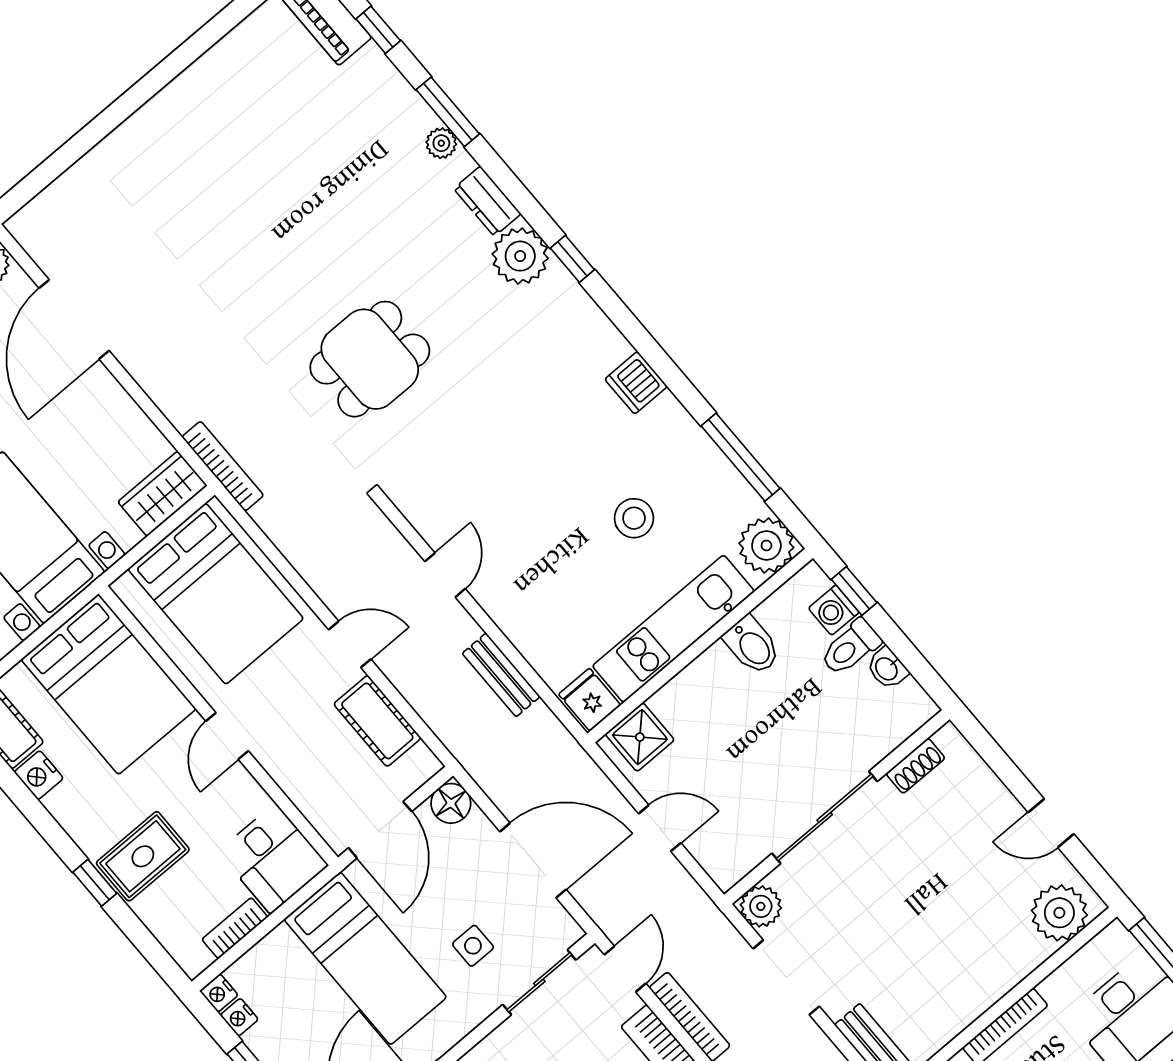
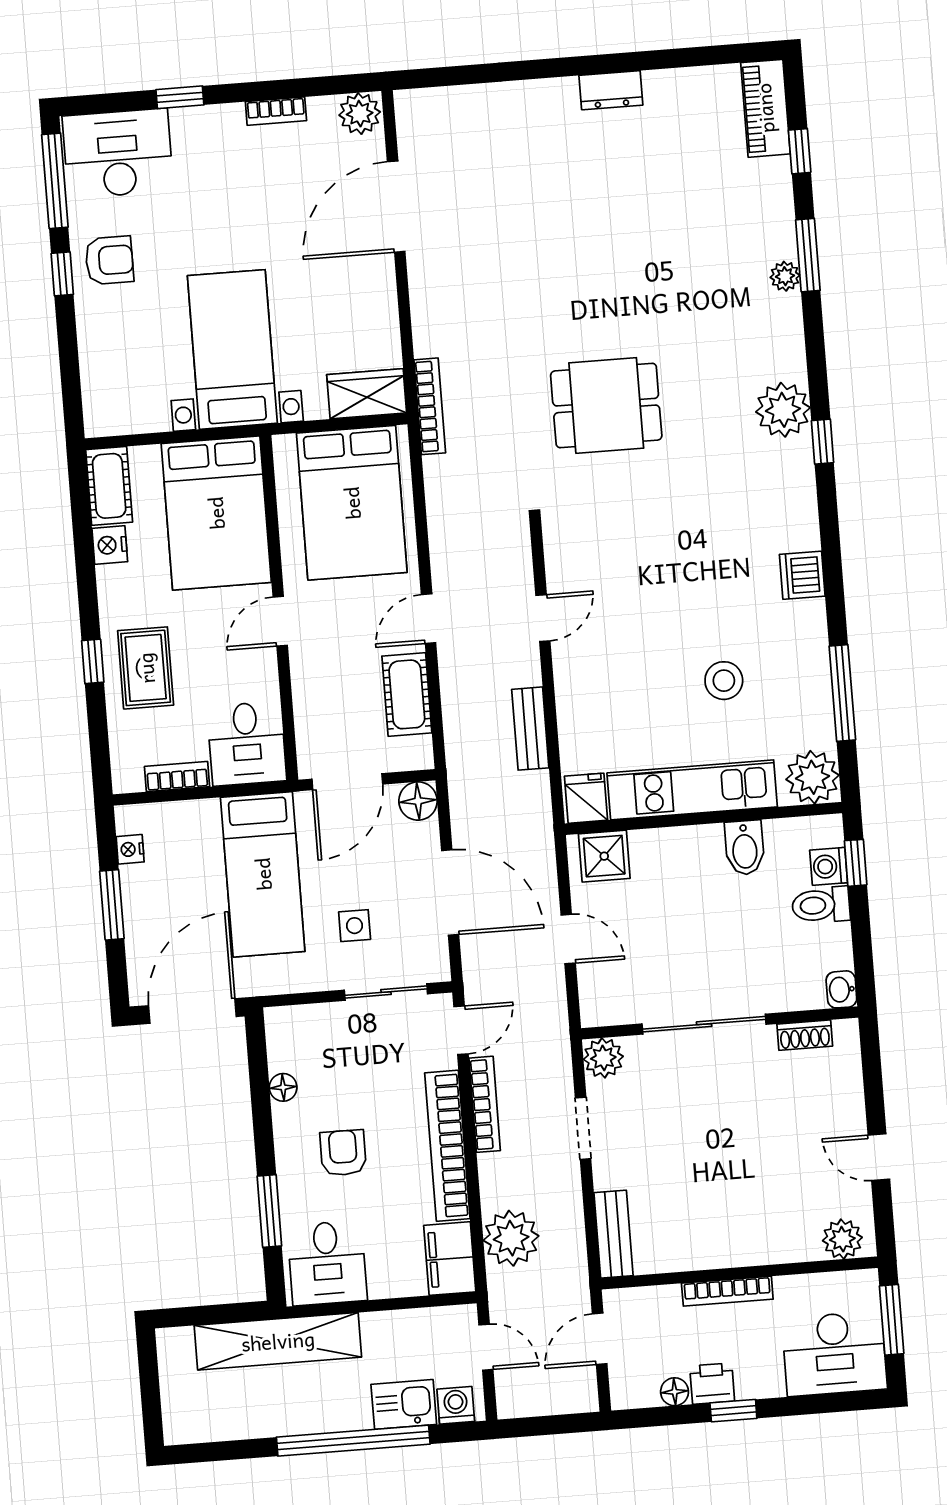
dresser: (487, 201) -> (611, 90), moved, turned -90
door: (350, 644) -> (429, 619), swing flipped
washbasin: (887, 668) -> (841, 989), moved
rug: (143, 856) -> (146, 668), turned 90
plant: (1059, 913) -> (842, 1239), width x0.73, depth x0.73
doorway: (786, 977) -> (583, 1128), width x0.73
nightstand: (219, 993) -> (128, 819), removed

